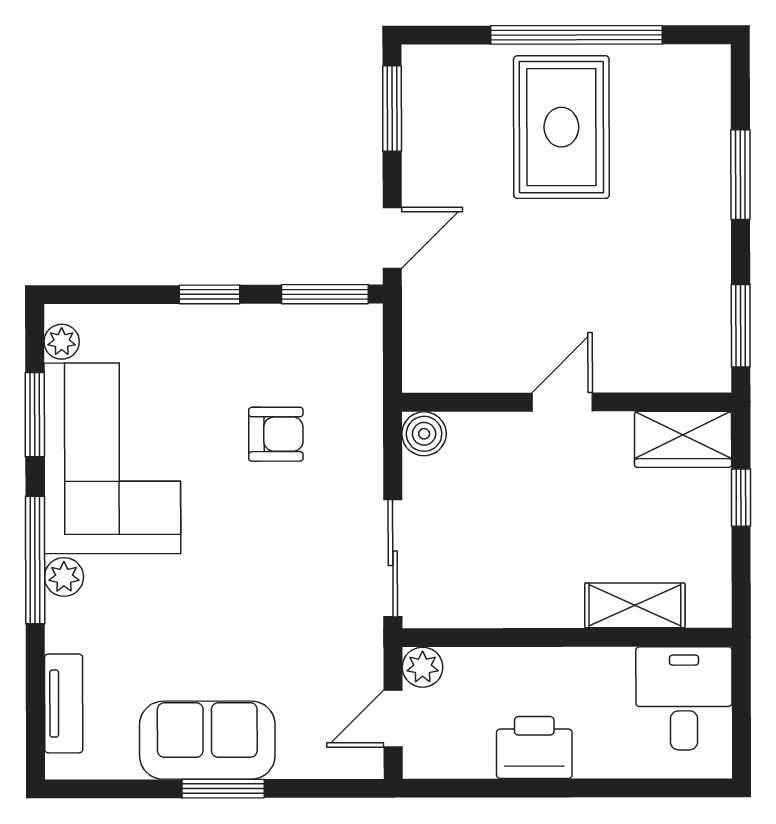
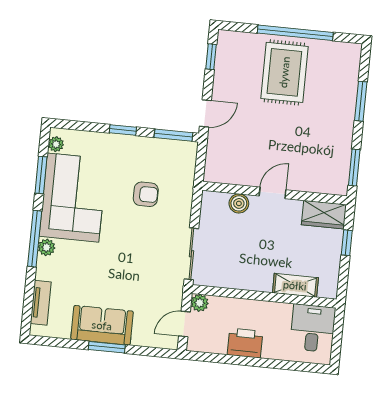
window: (392, 108) -> (211, 57), width x0.67
boiler: (424, 434) -> (239, 203), moved

